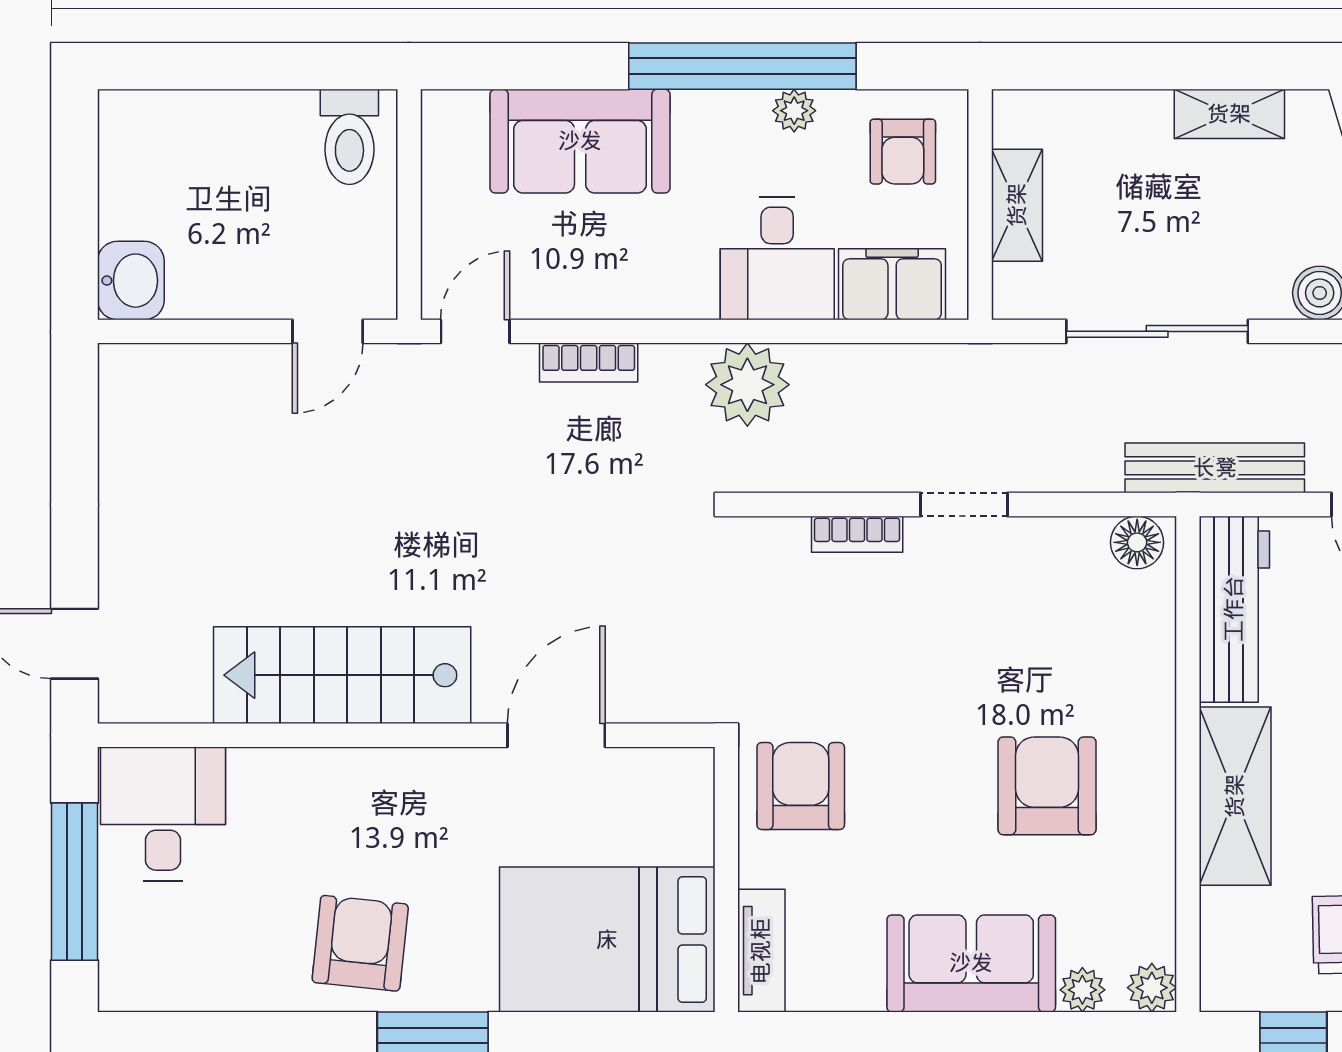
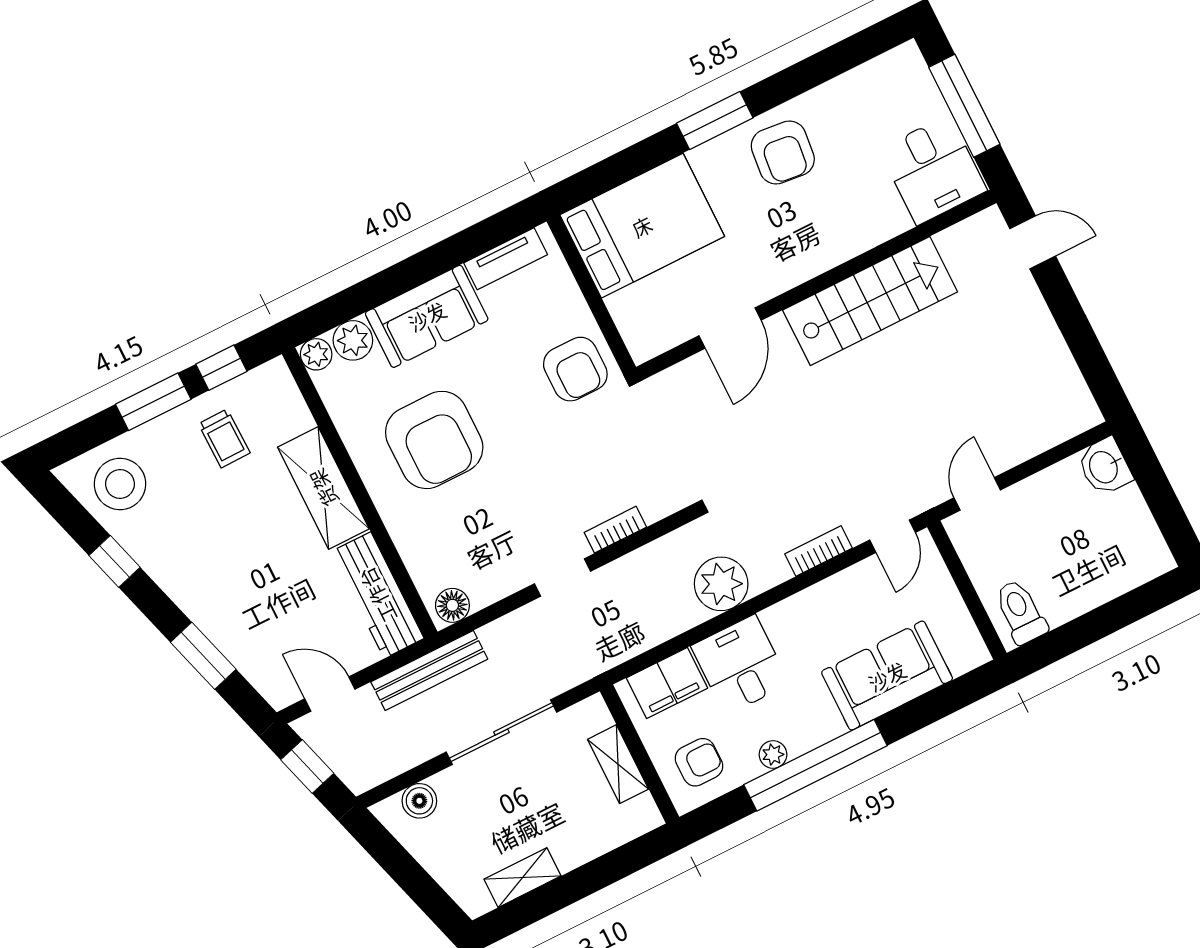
armchair: (903, 152) -> (699, 762), turned 90
armchair: (1047, 786) -> (434, 440), width x1.36, depth x1.36
tv unit: (761, 951) -> (506, 259), moved, turned -90
plant: (1082, 990) -> (353, 340), width x1.38, depth x1.38

